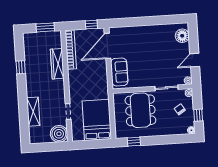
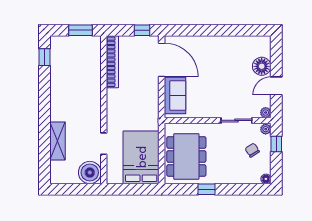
floor lamp: (182, 36) -> (262, 66), moved
door: (108, 46) -> (162, 60), swing flipped
wardrobe: (57, 64) -> (93, 79), removed
window: (21, 67) -> (44, 57), moved
dining table: (140, 110) -> (186, 156), moved
window: (198, 115) -> (276, 144), moved
window: (134, 142) -> (206, 189), moved

